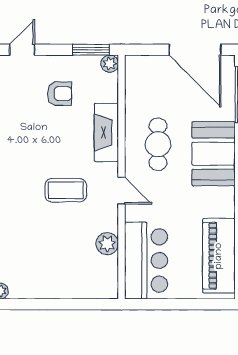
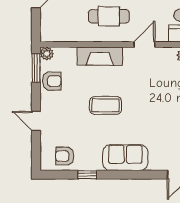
armchair: (60, 94) -> (52, 81), moved, turned 90
coffee table: (66, 190) -> (106, 105), moved, turned 90

